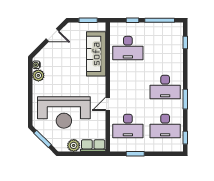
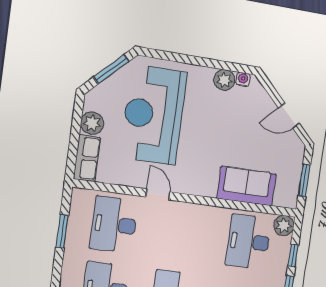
plant: (116, 28) -> (284, 226), added
door: (53, 35) -> (289, 116), hinge flipped
sofa: (96, 54) -> (247, 186), width x0.73

